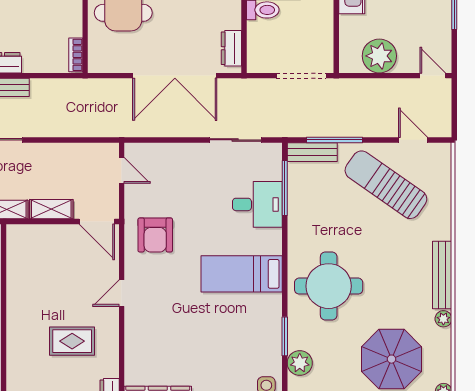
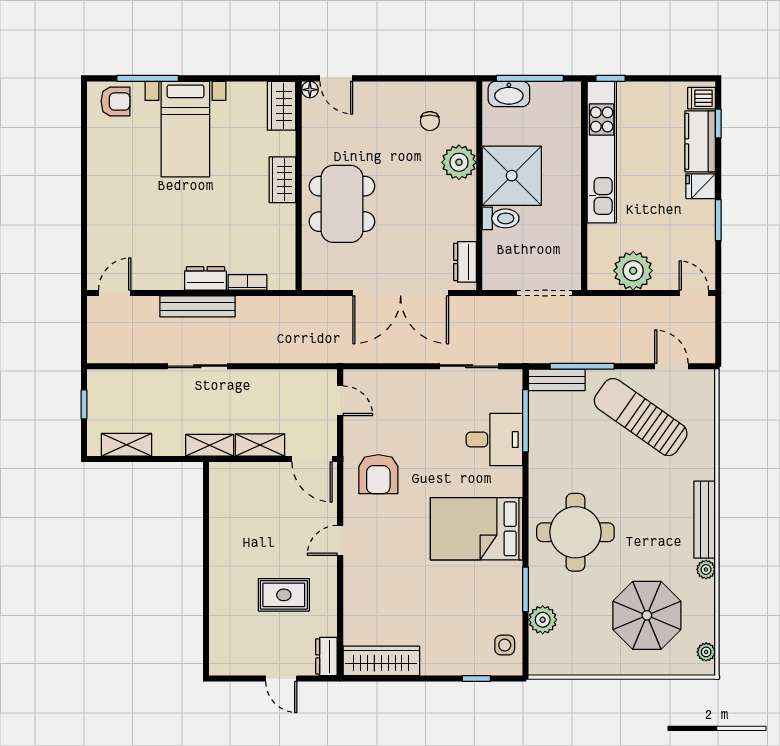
bookcase: (76, 55) -> (248, 282), moved, turned 90
bed: (242, 274) -> (477, 529), width x1.50

